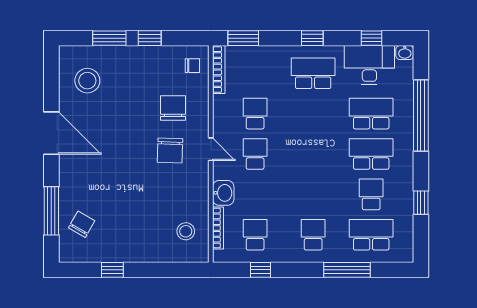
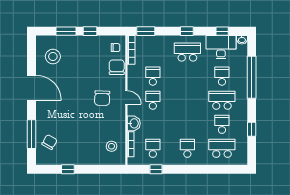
chair: (173, 108) -> (117, 67), moved
school desk: (371, 114) -> (222, 76), width x0.54
window: (347, 270) -> (208, 169), removed

